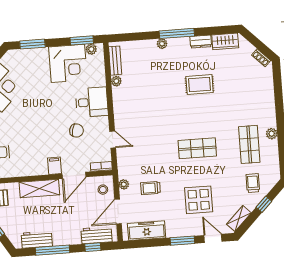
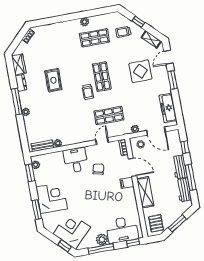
corner desk: (68, 63) -> (52, 198), moved
shop shelf: (145, 152) -> (109, 116), added
trolley: (150, 188) -> (88, 92), moved
workbench: (97, 235) -> (180, 167), moved

